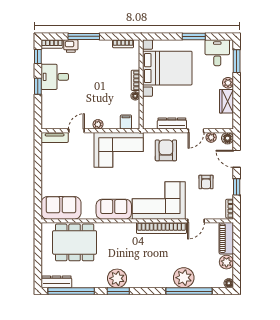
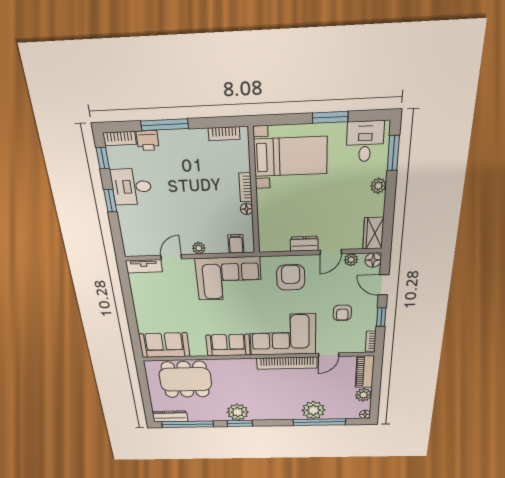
bed with nightstands: (167, 68) -> (290, 157), width x0.73
wardrobe: (226, 101) -> (373, 233), moved
dresser: (172, 124) -> (304, 244), width x0.70

